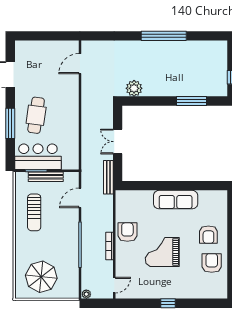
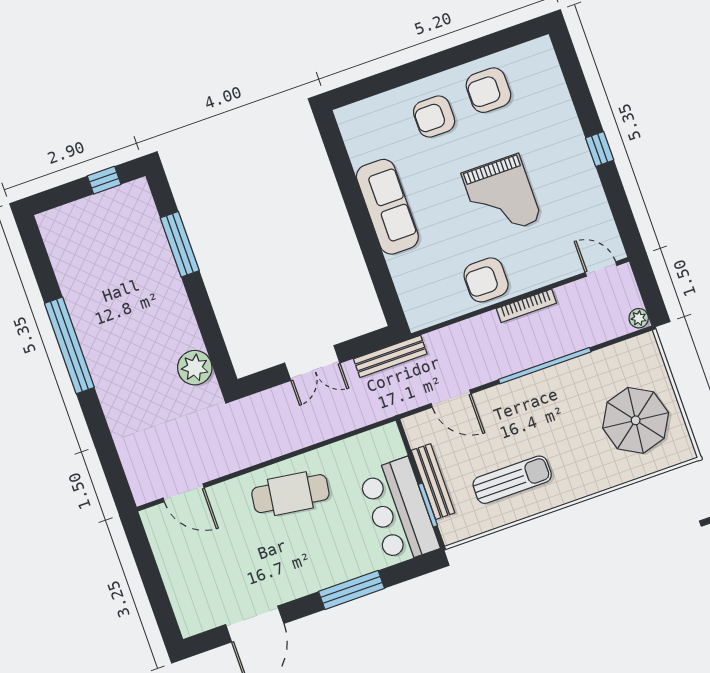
cafe table: (36, 115) -> (290, 494), moved
armchair: (208, 235) -> (434, 117), turned 180

